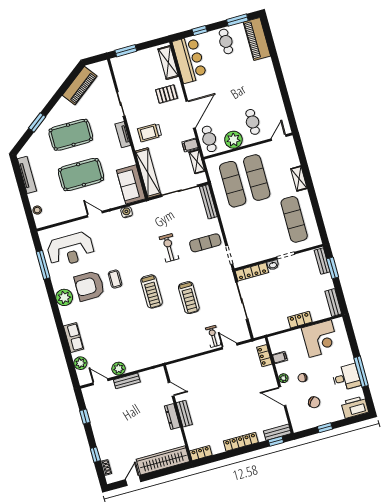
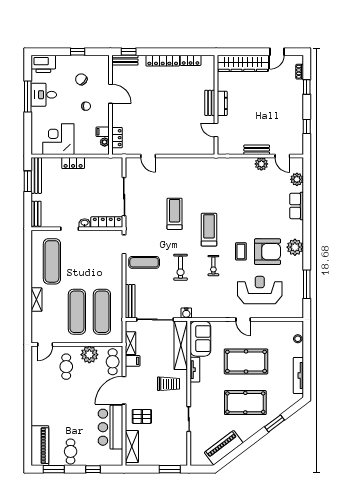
bar counter: (190, 60) -> (110, 427), moved
tv unit: (123, 135) -> (195, 370), moved
water cooler: (127, 212) -> (186, 313), moved
reception desk: (71, 249) -> (260, 290), moved
window: (333, 268) -> (28, 181), moved
bench: (333, 303) -> (36, 175), width x1.36
exercise bike: (213, 336) -> (213, 266), moved
plant: (283, 378) -> (105, 142), moved
locker: (201, 453) -> (191, 60), moved

